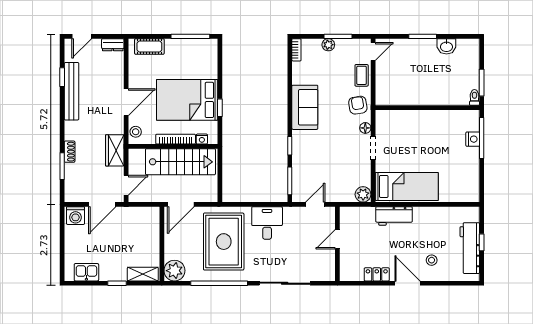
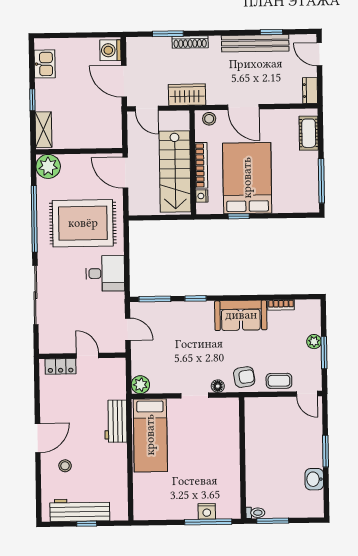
bookcase: (296, 50) -> (281, 305), moved
shoe rack: (70, 152) -> (190, 42), width x1.43
locker: (377, 274) -> (61, 366), moved, turned 90

